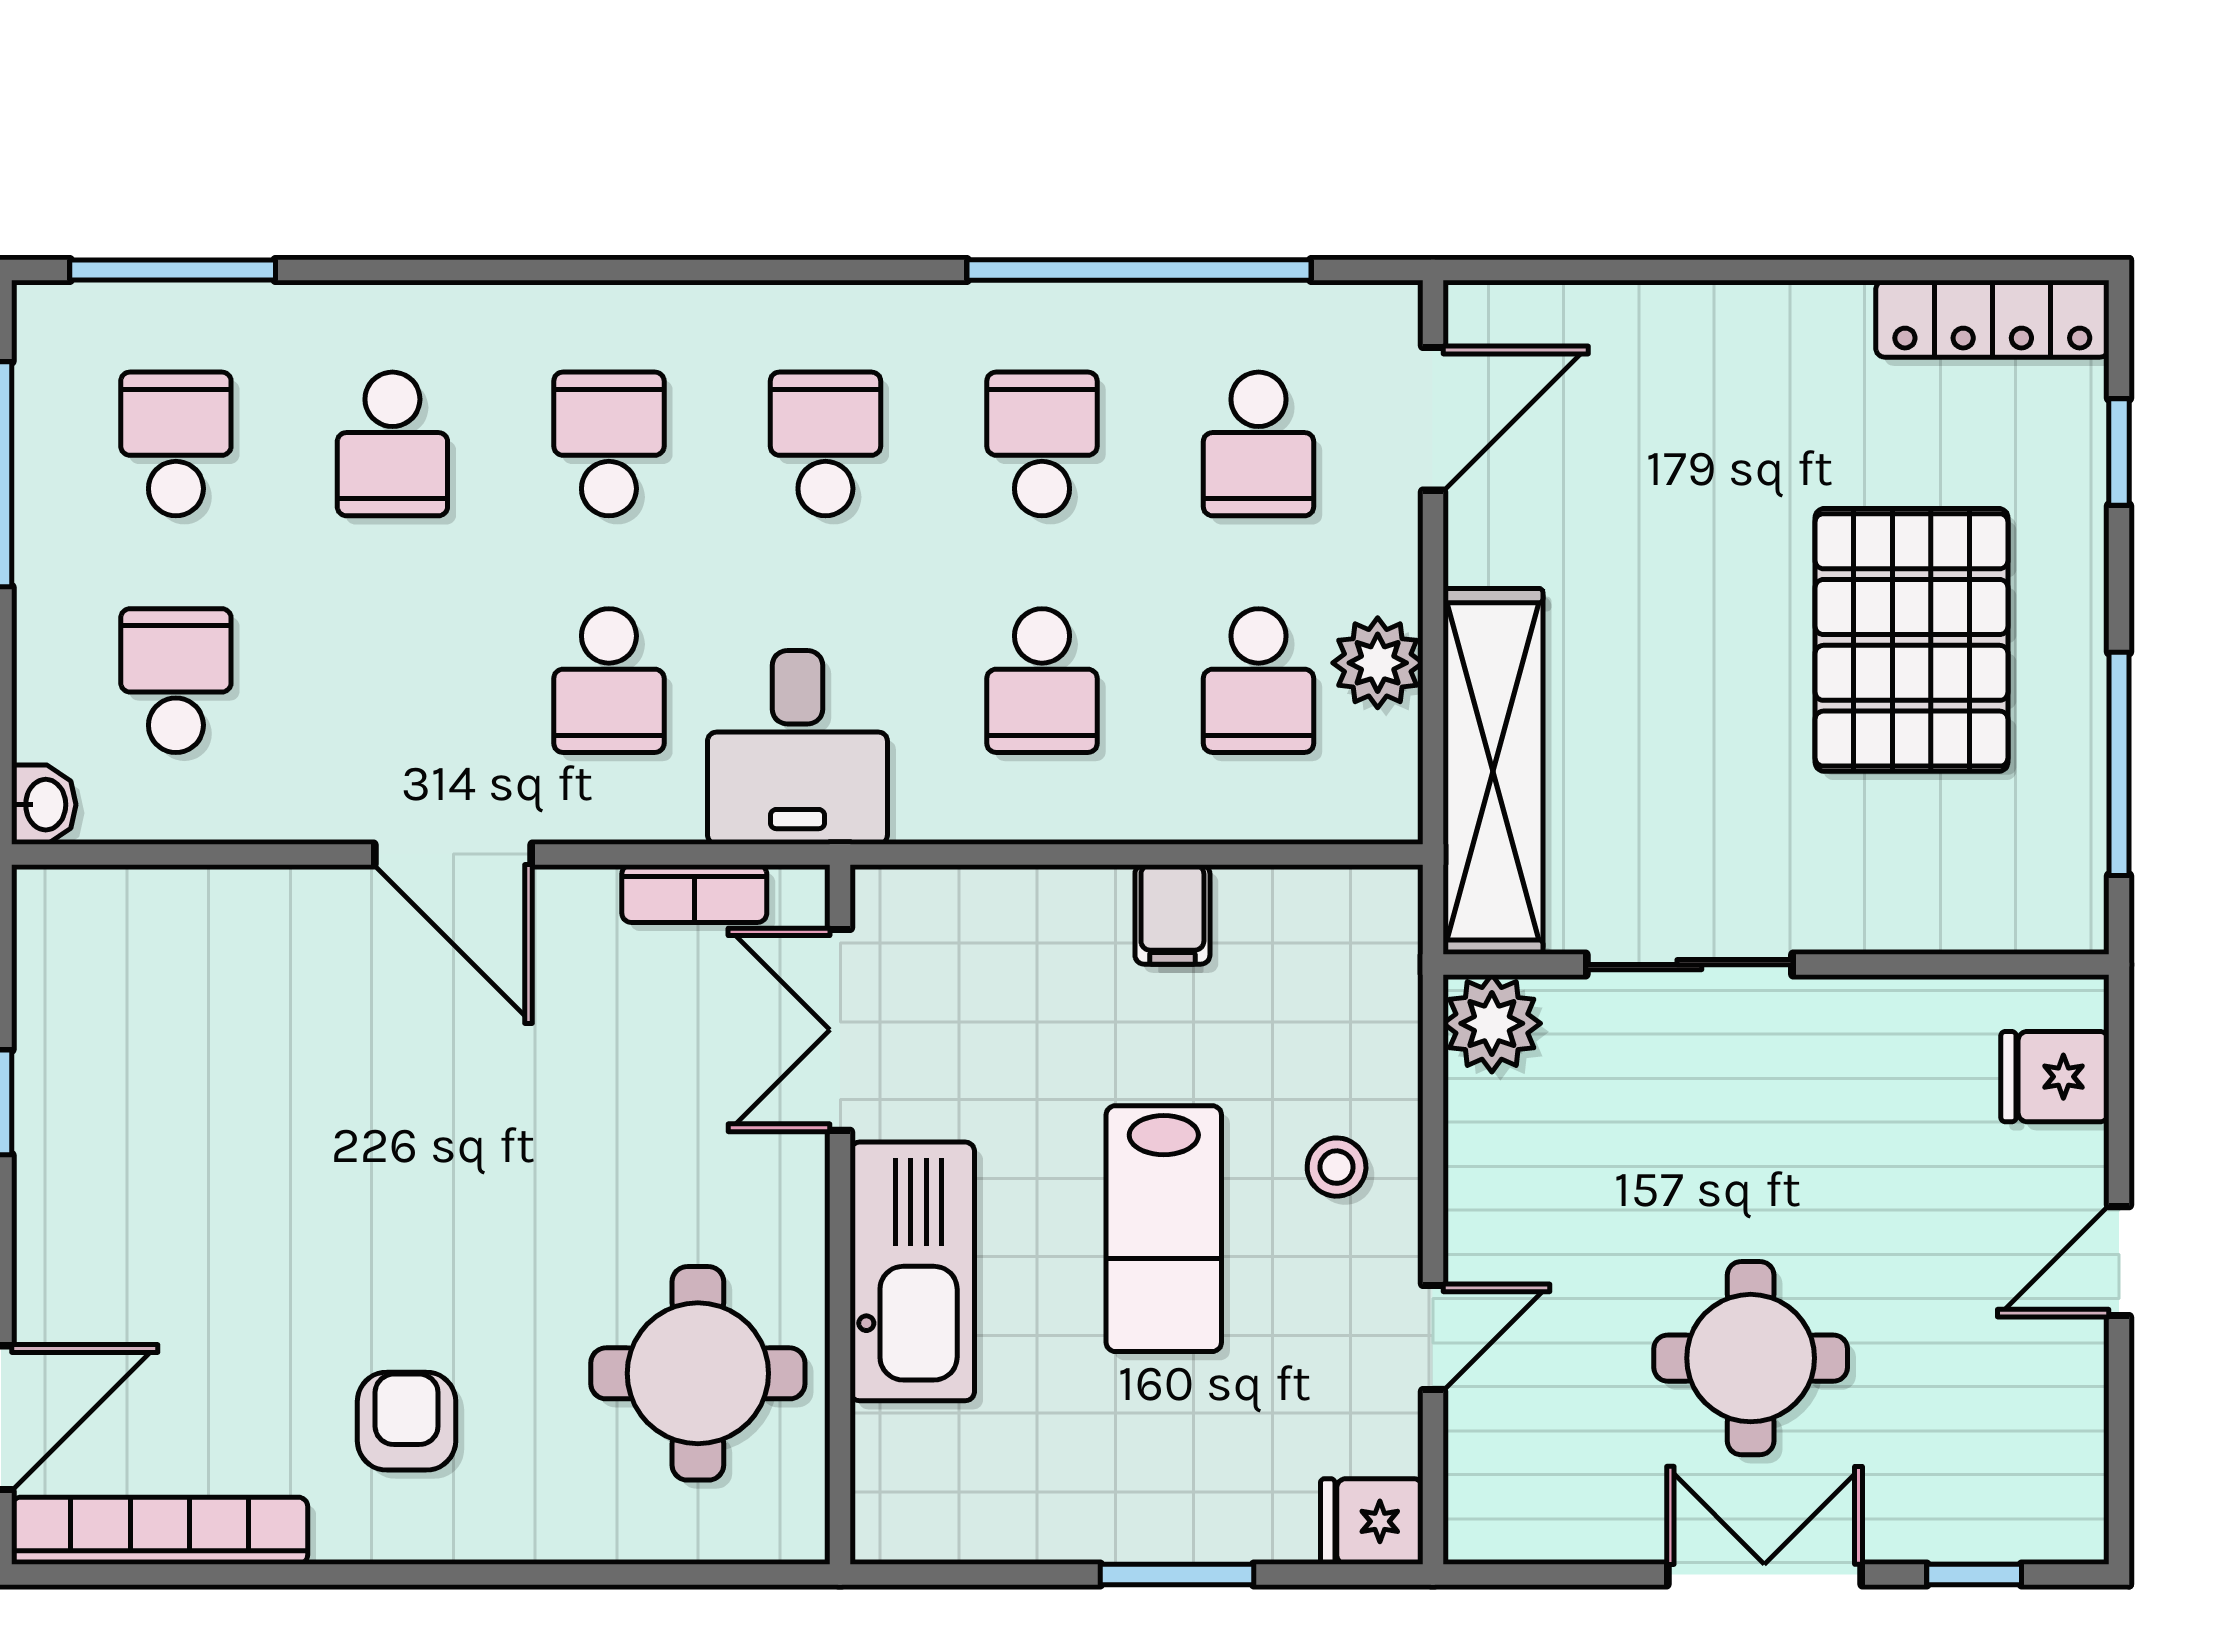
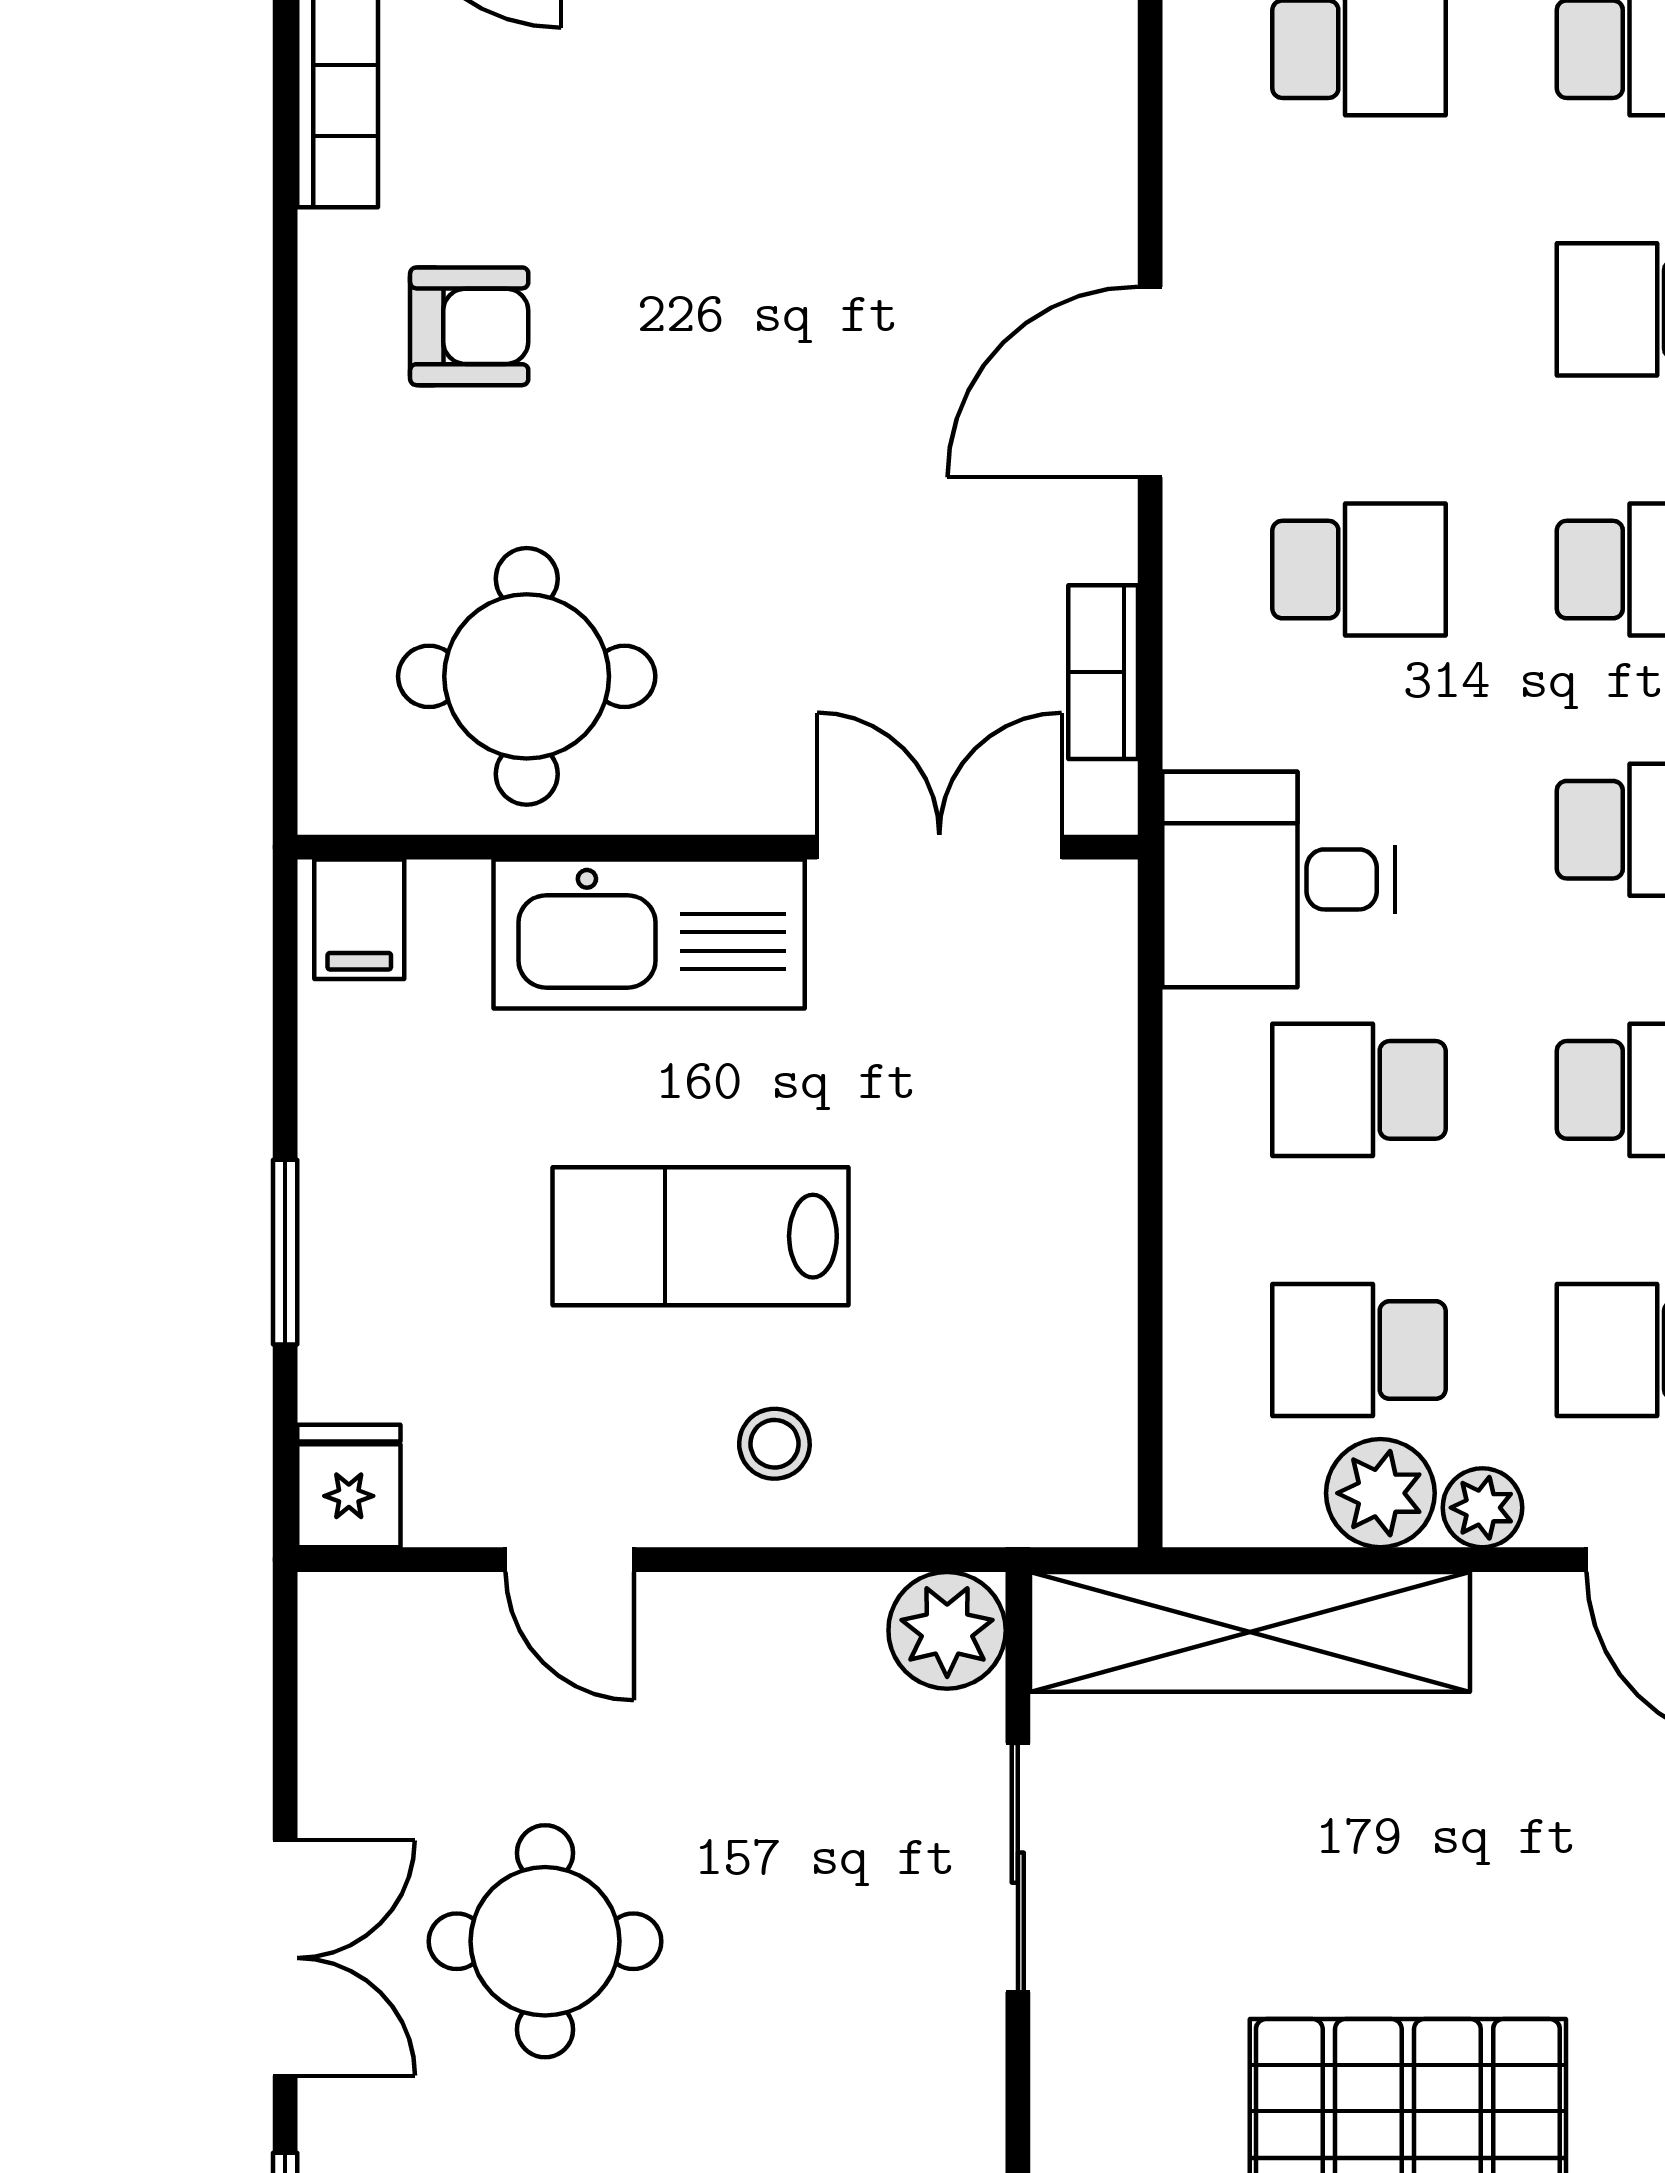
plant: (1390, 578) -> (1482, 1508), added
school desk: (609, 681) -> (1359, 570), turned 180
desk: (797, 747) -> (1279, 879), moved
filing cabinet: (1172, 914) -> (359, 919), moved, turned -90

